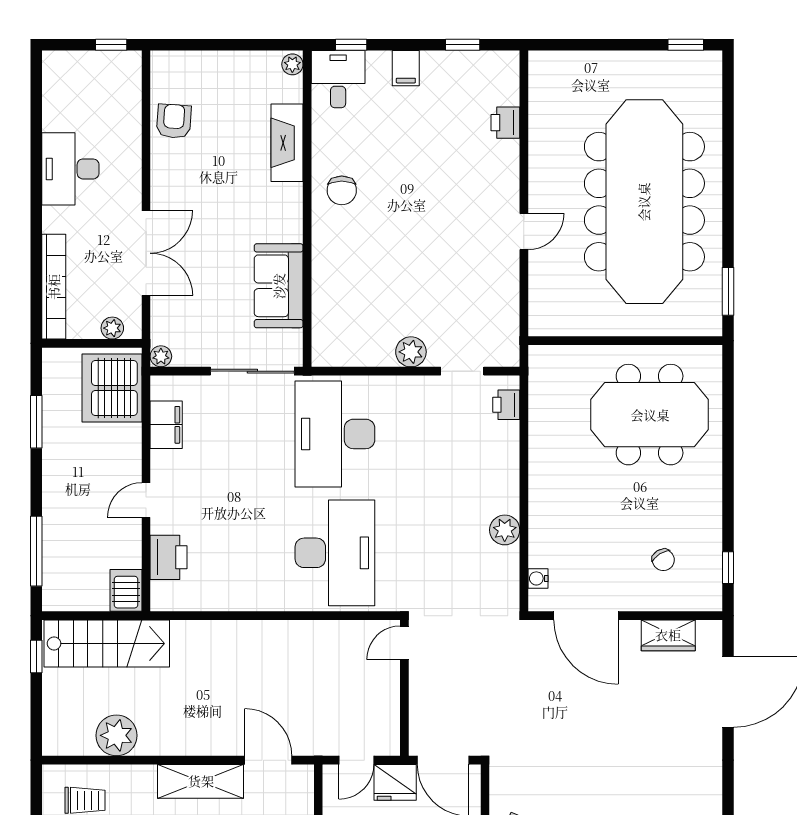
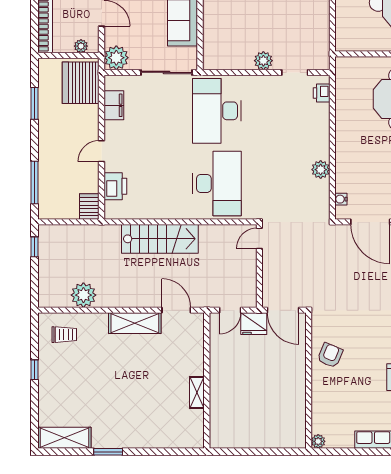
plant: (161, 356) -> (116, 58), width x1.88, depth x1.88
stairs: (107, 643) -> (160, 239), moved

